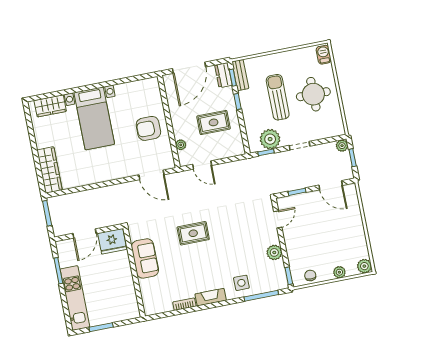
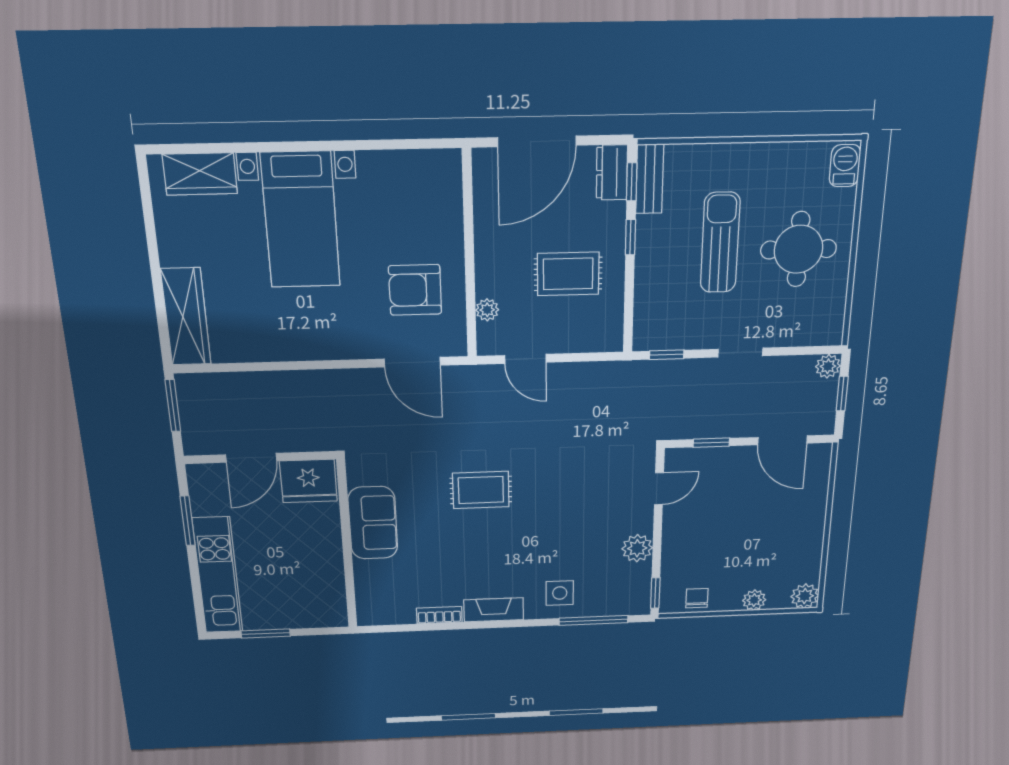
armchair: (148, 128) -> (415, 290), moved
plant: (270, 139) -> (682, 329), removed

